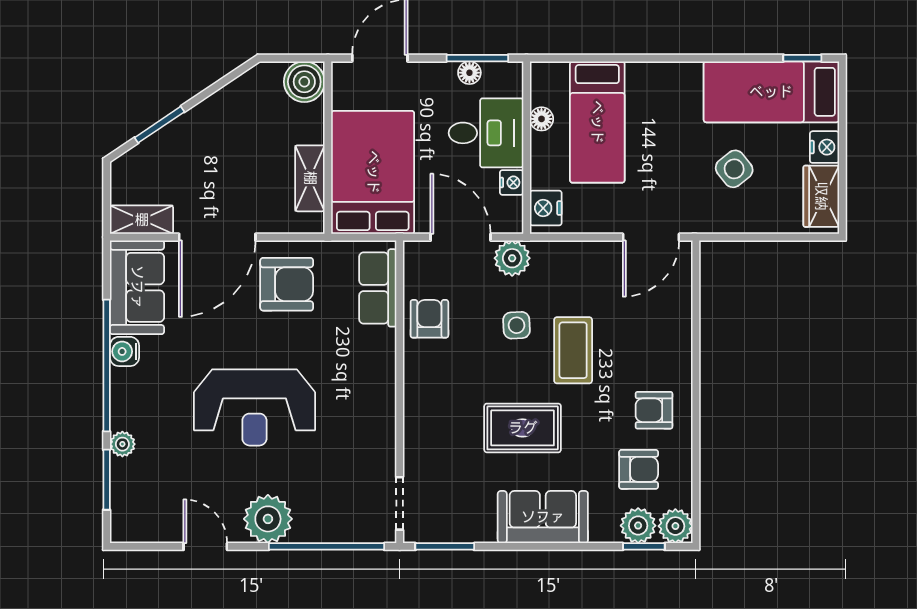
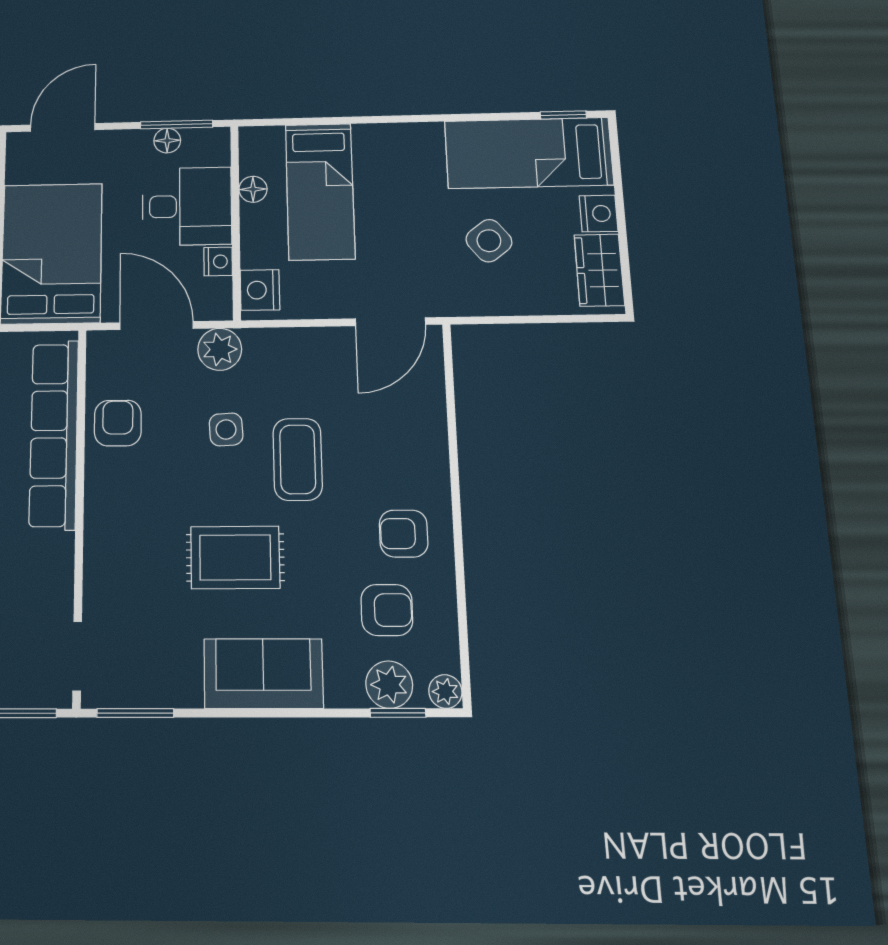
row of seats: (378, 288) -> (54, 434), width x2.02
plant: (675, 526) -> (445, 691), width x0.73, depth x0.73

